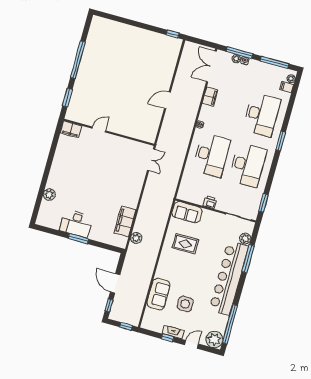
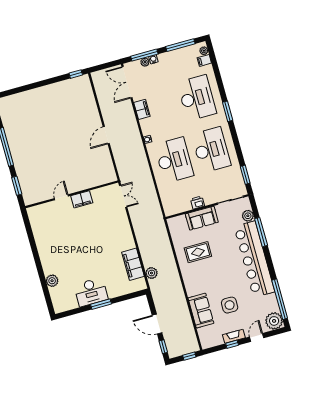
filing cabinet: (71, 129) -> (82, 199), moved
sofa: (187, 212) -> (202, 218), moved

